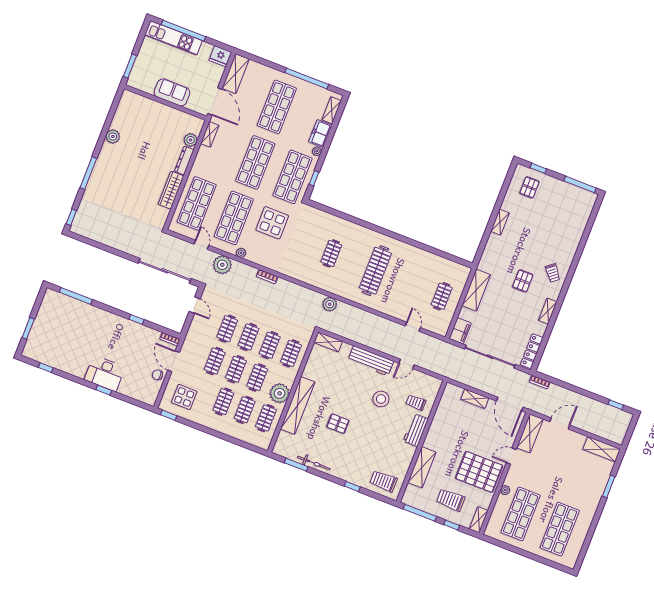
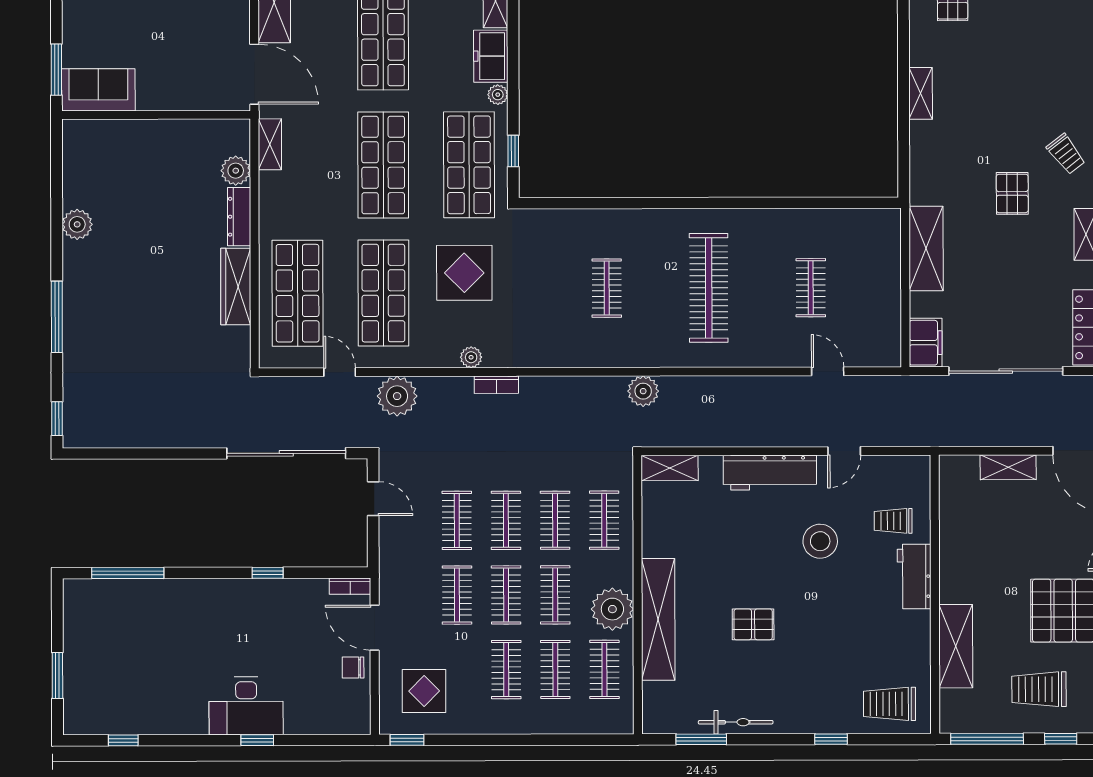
sofa: (172, 92) -> (98, 90), moved
plant: (241, 253) -> (471, 357), moved
clothes rail: (442, 296) -> (811, 288), moved

